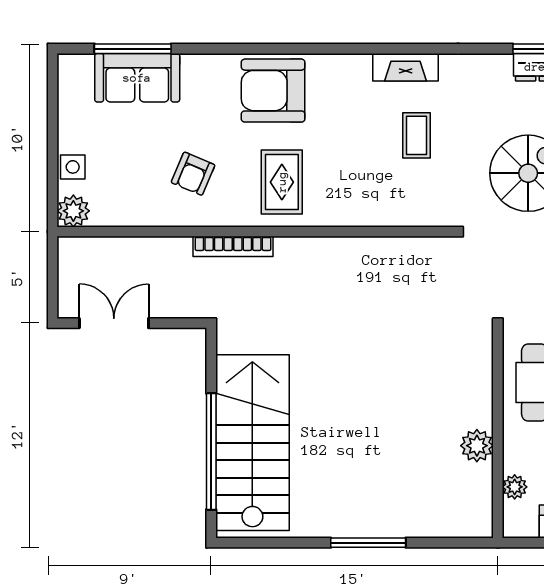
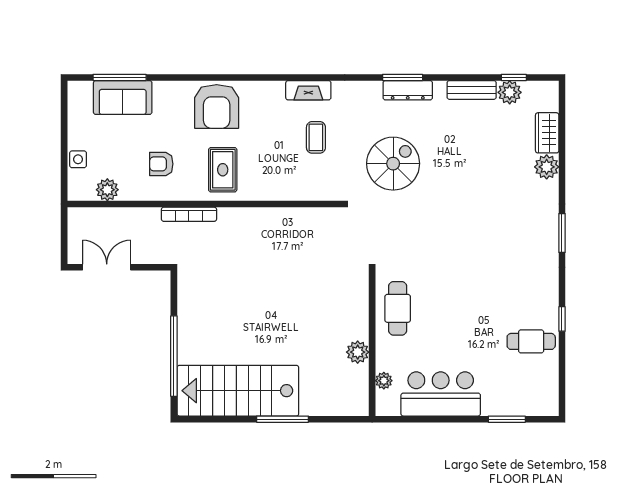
armchair: (273, 91) -> (217, 106), turned -90
armchair: (193, 174) -> (161, 164), turned 67
plant: (73, 211) -> (107, 190), moved
stairs: (252, 443) -> (238, 391), moved, turned -90

